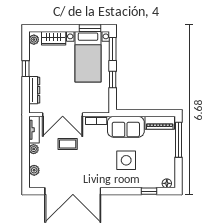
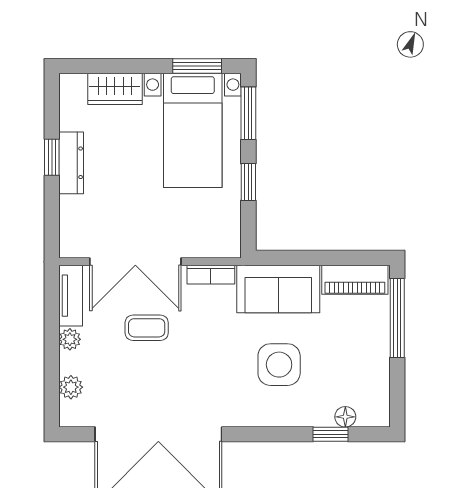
plant: (34, 40) -> (70, 92), removed
dresser: (34, 90) -> (71, 163), moved
floor lamp: (167, 183) -> (345, 417), moved

